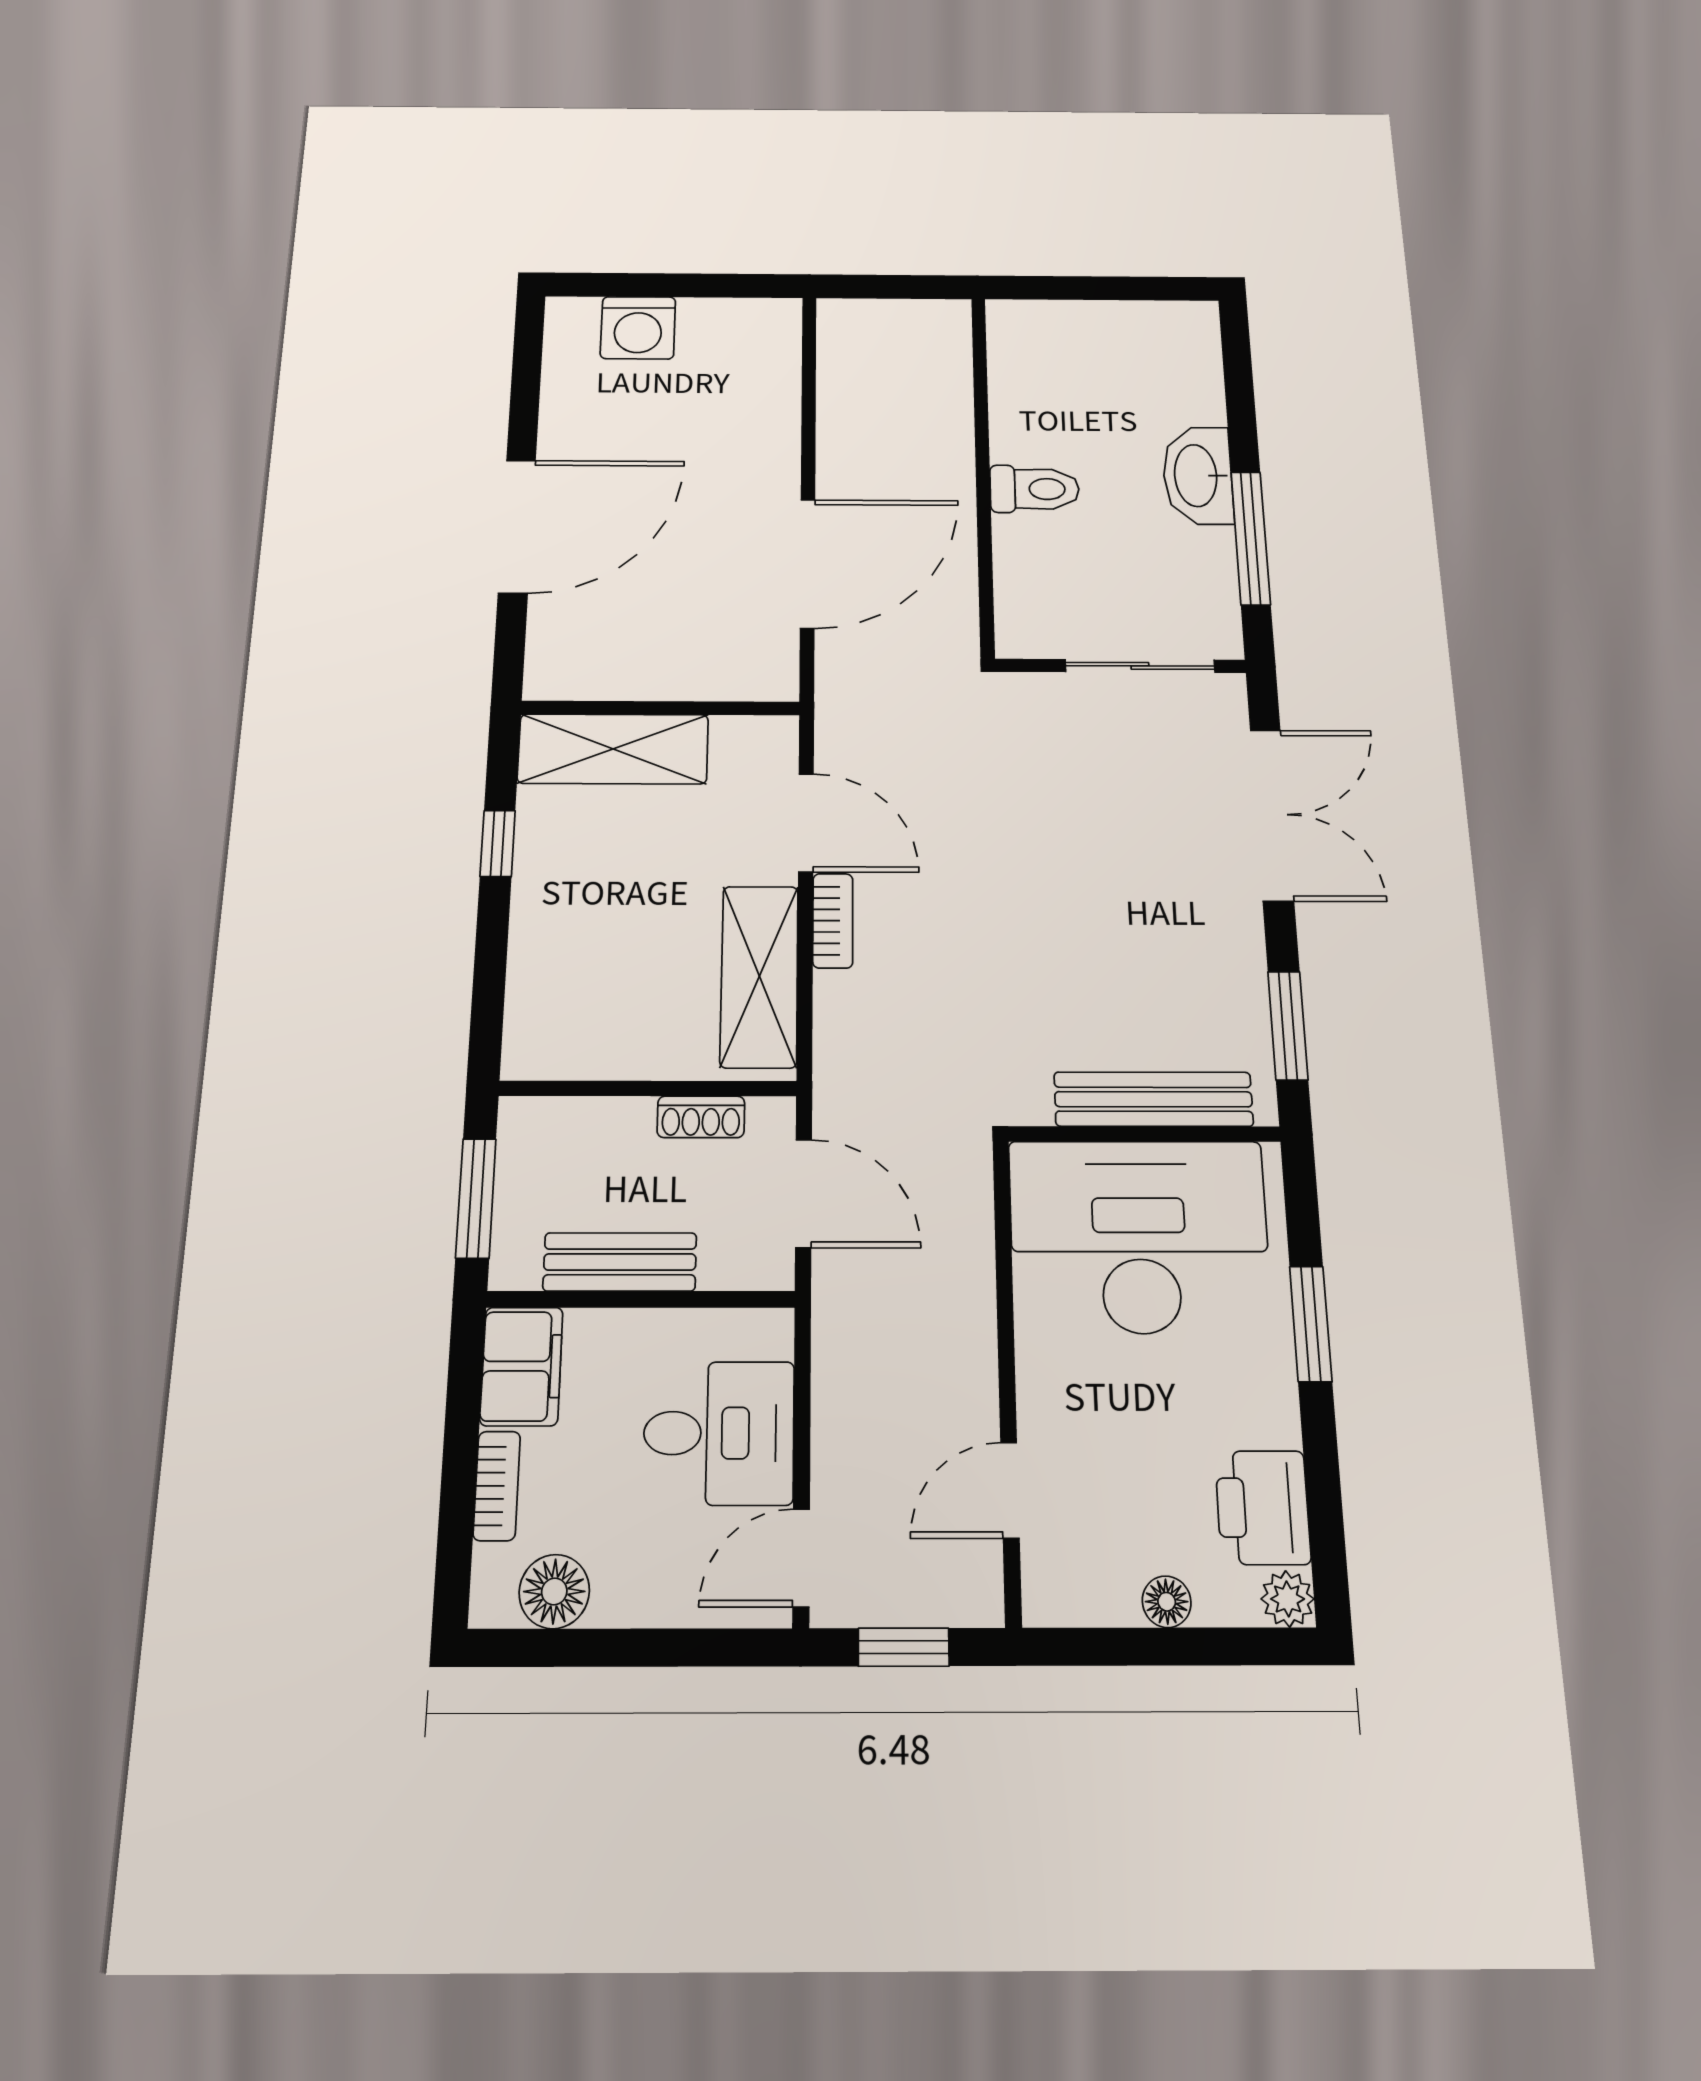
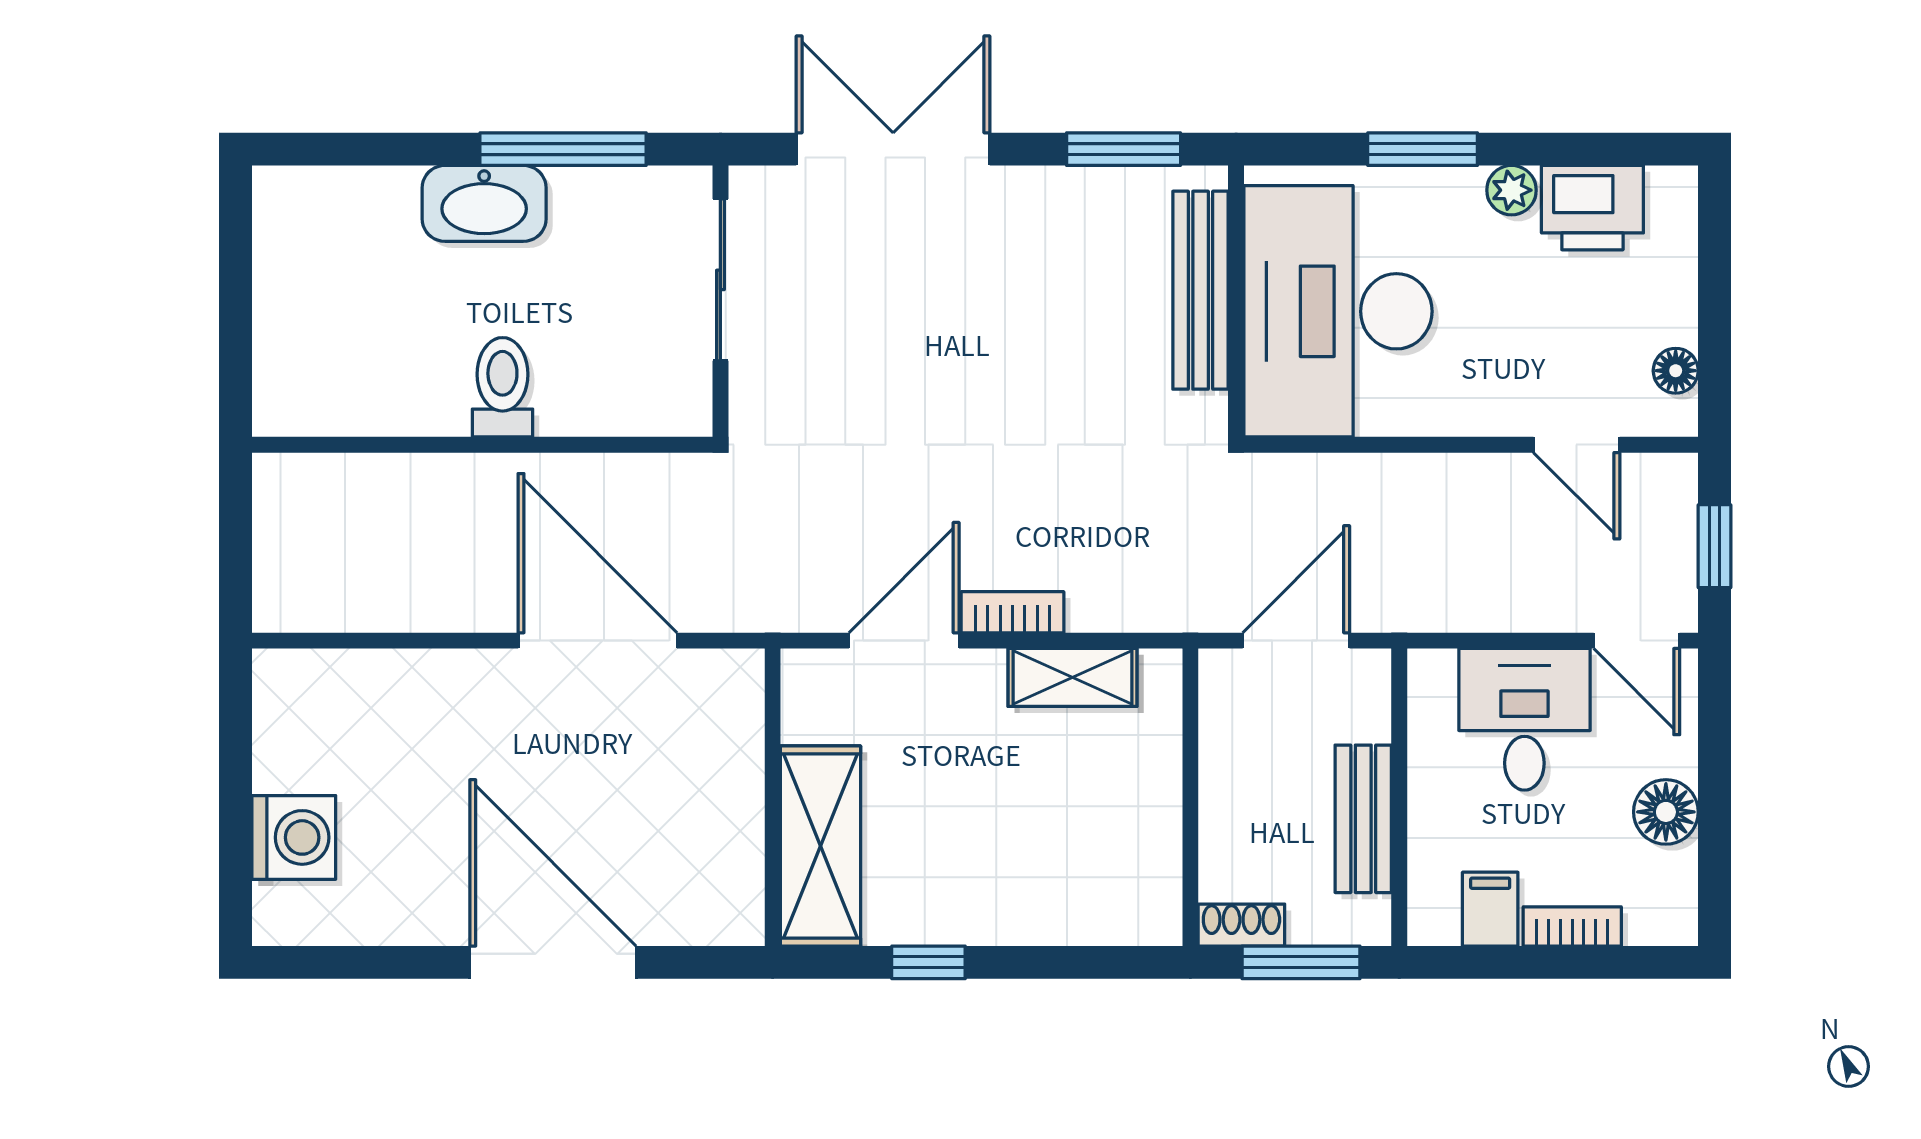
shelving: (759, 976) -> (1073, 677), width x0.67, depth x0.75
shoe rack: (701, 1117) -> (1241, 925), moved, turned -90
filing cabinet: (521, 1366) -> (1490, 909), width x0.50
floor lamp: (554, 1592) -> (1666, 812), moved
plant: (1288, 1599) -> (1512, 190), moved
floor lamp: (1167, 1602) -> (1676, 371), moved

